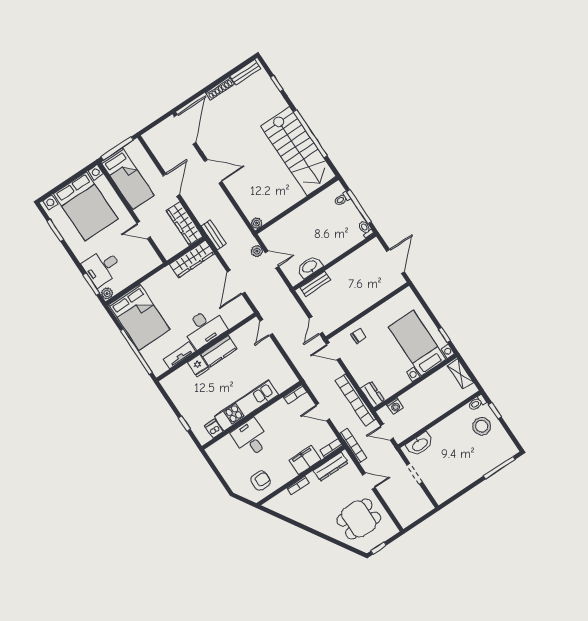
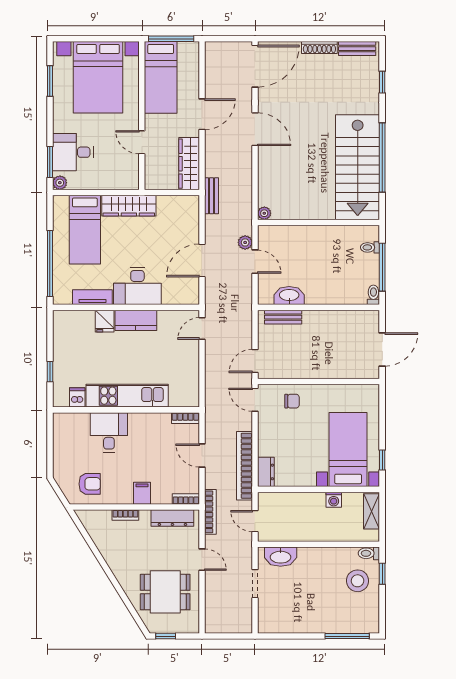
wardrobe: (192, 259) -> (129, 206), moved
bed: (139, 317) -> (85, 230), width x0.67
washing machine: (395, 406) -> (334, 500), moved
filing cabinet: (305, 460) -> (142, 493), width x0.50

